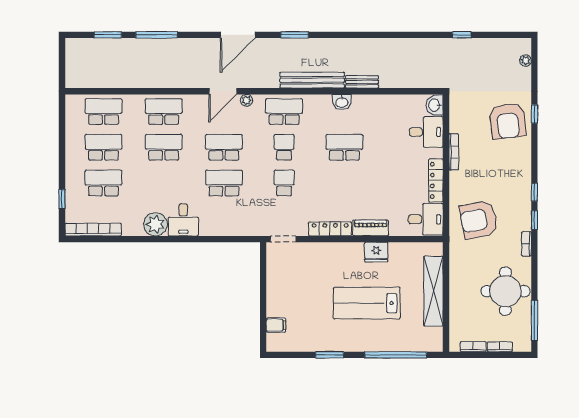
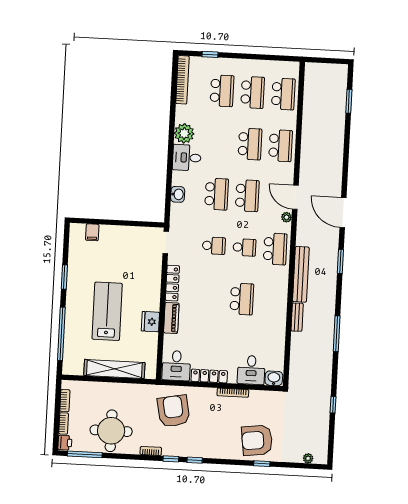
window: (157, 35) -> (337, 334), moved
washbasin: (342, 102) -> (178, 194), moved, turned 180
printer: (522, 344) -> (65, 443), added

